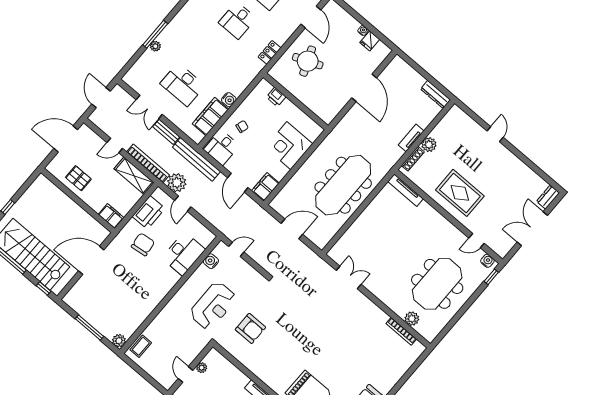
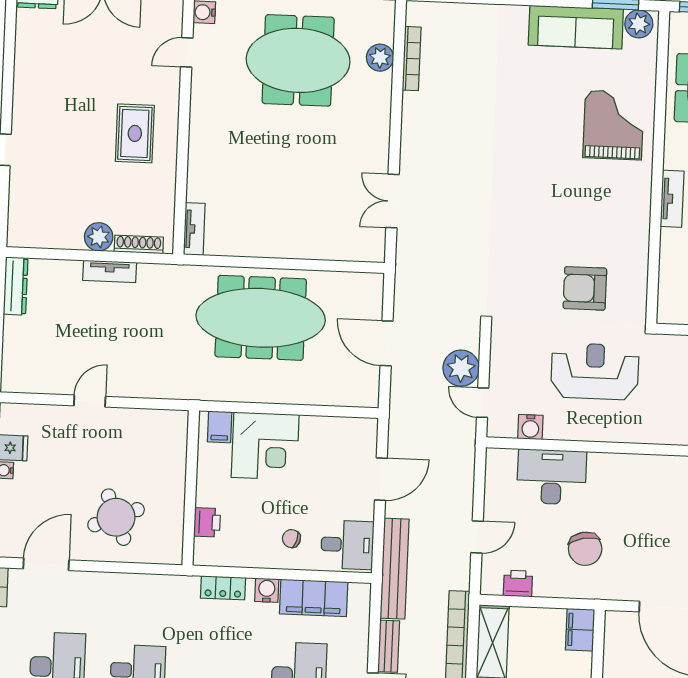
locker: (270, 52) -> (223, 588), moved
door: (364, 88) -> (90, 401), width x0.53
plant: (177, 183) -> (461, 368), moved
filing cabinet: (265, 187) -> (220, 427), moved, width x0.50
tv unit: (405, 190) -> (194, 229), width x0.71
rug: (460, 193) -> (135, 133), width x0.73, depth x0.70
printer: (149, 212) -> (518, 584), width x0.53, depth x0.68
door: (477, 241) -> (187, 52), swing flipped
chair: (143, 244) -> (585, 549), turned -94
armchair: (250, 328) -> (585, 288), turned -90

